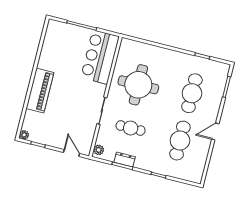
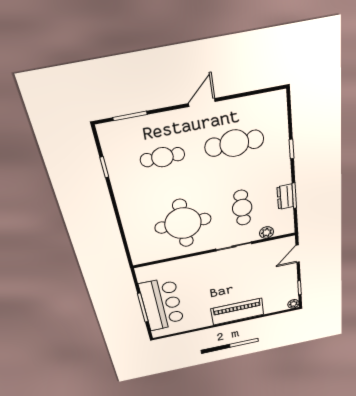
bar counter: (100, 57) -> (162, 304), moved, turned -90
cafe table: (192, 93) -> (162, 157), width x0.73, depth x0.74
door: (215, 131) -> (202, 102), swing flipped
plant: (99, 150) -> (267, 233), moved

